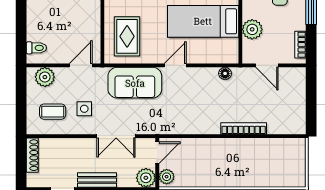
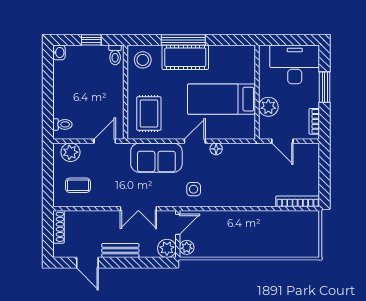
floor lamp: (225, 73) -> (216, 149), moved
side table: (84, 109) -> (194, 189), moved
bookcase: (244, 128) -> (298, 201), moved

